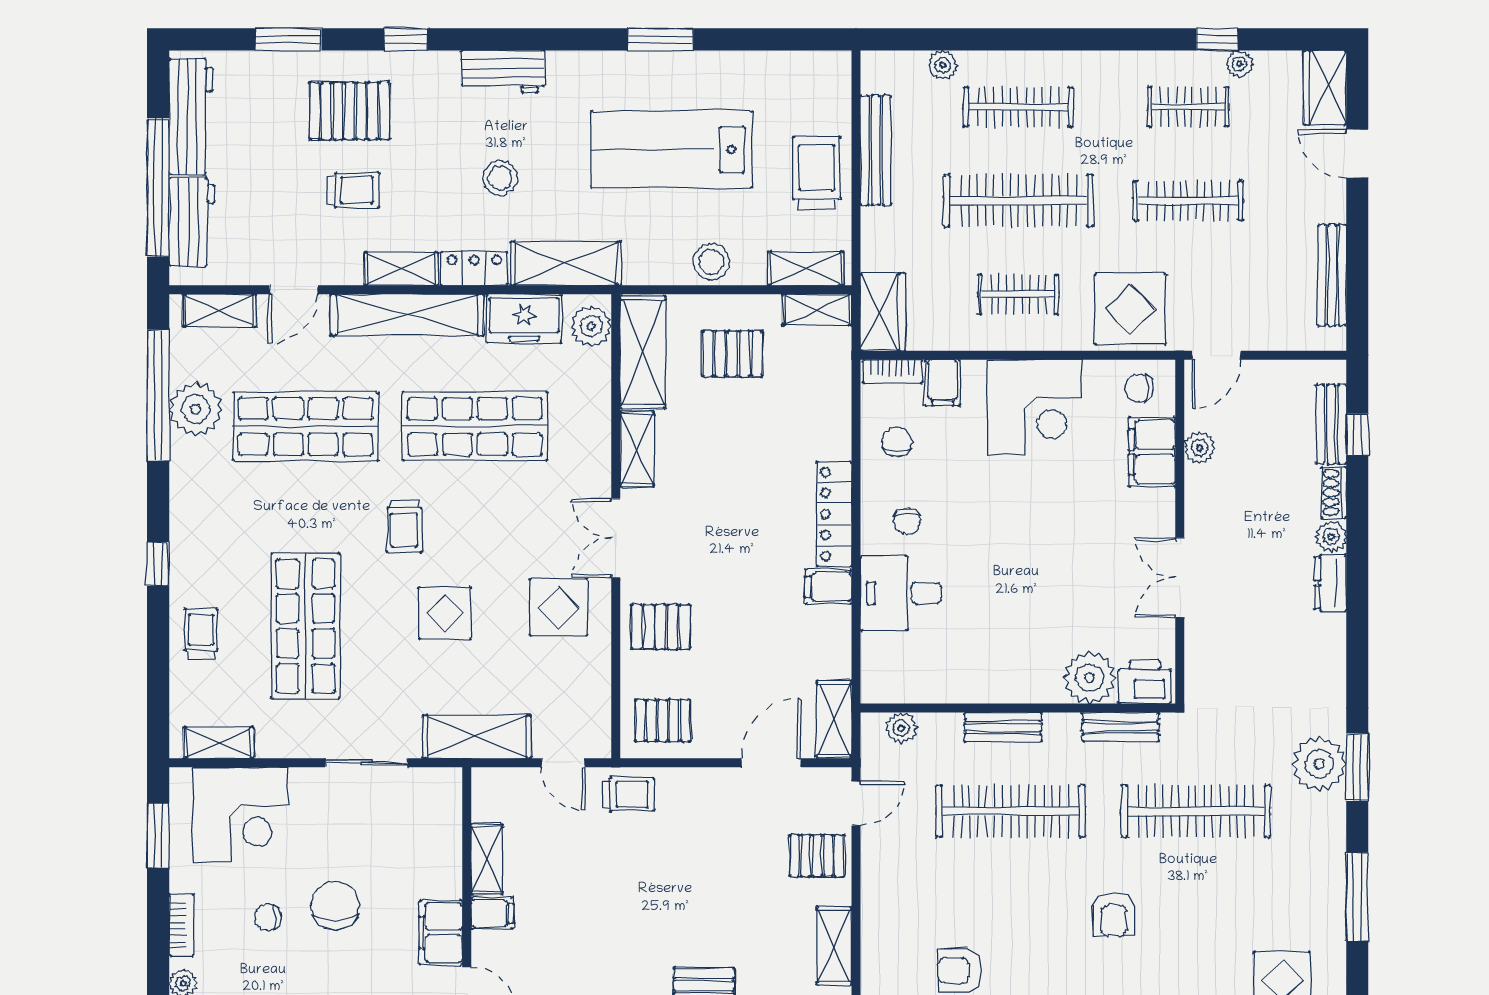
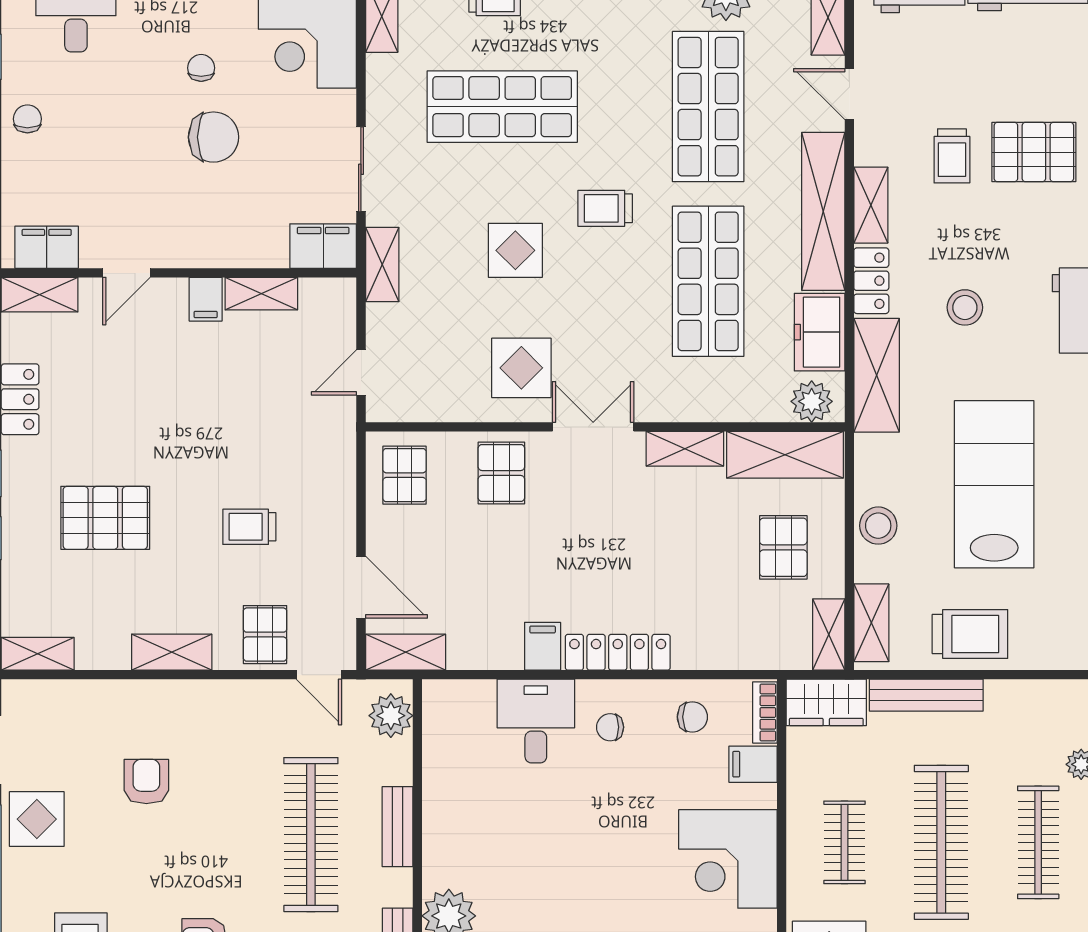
pallet: (350, 111) -> (1034, 152), turned 90
bench: (876, 150) -> (926, 695), moved
plant: (901, 728) -> (391, 716), width x1.38, depth x1.38
shelving: (477, 737) -> (382, 265), width x0.67, depth x0.75
trolley: (628, 794) -> (249, 527), moved, turned 90
filing cabinet: (441, 933) -> (323, 246), moved

